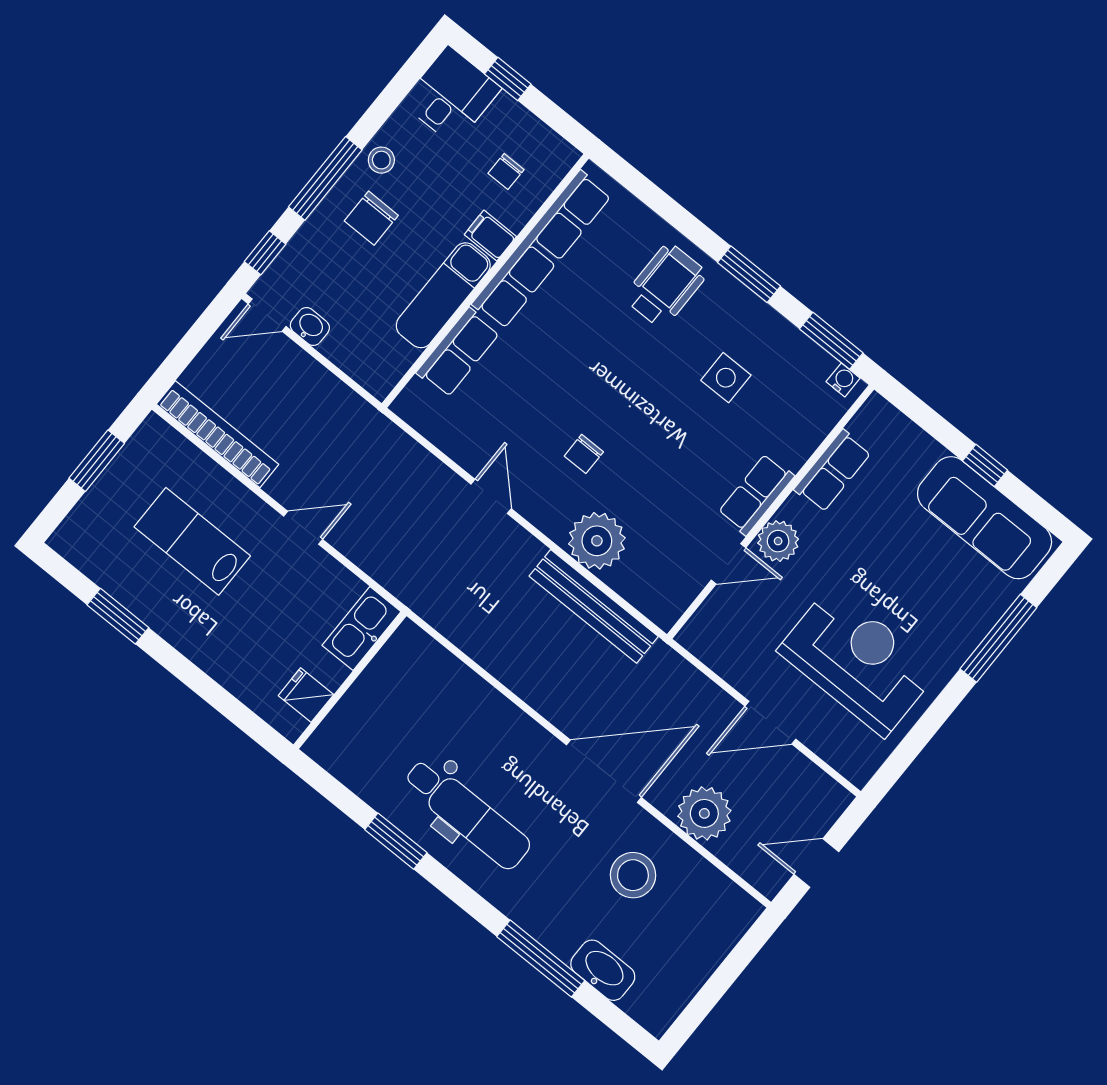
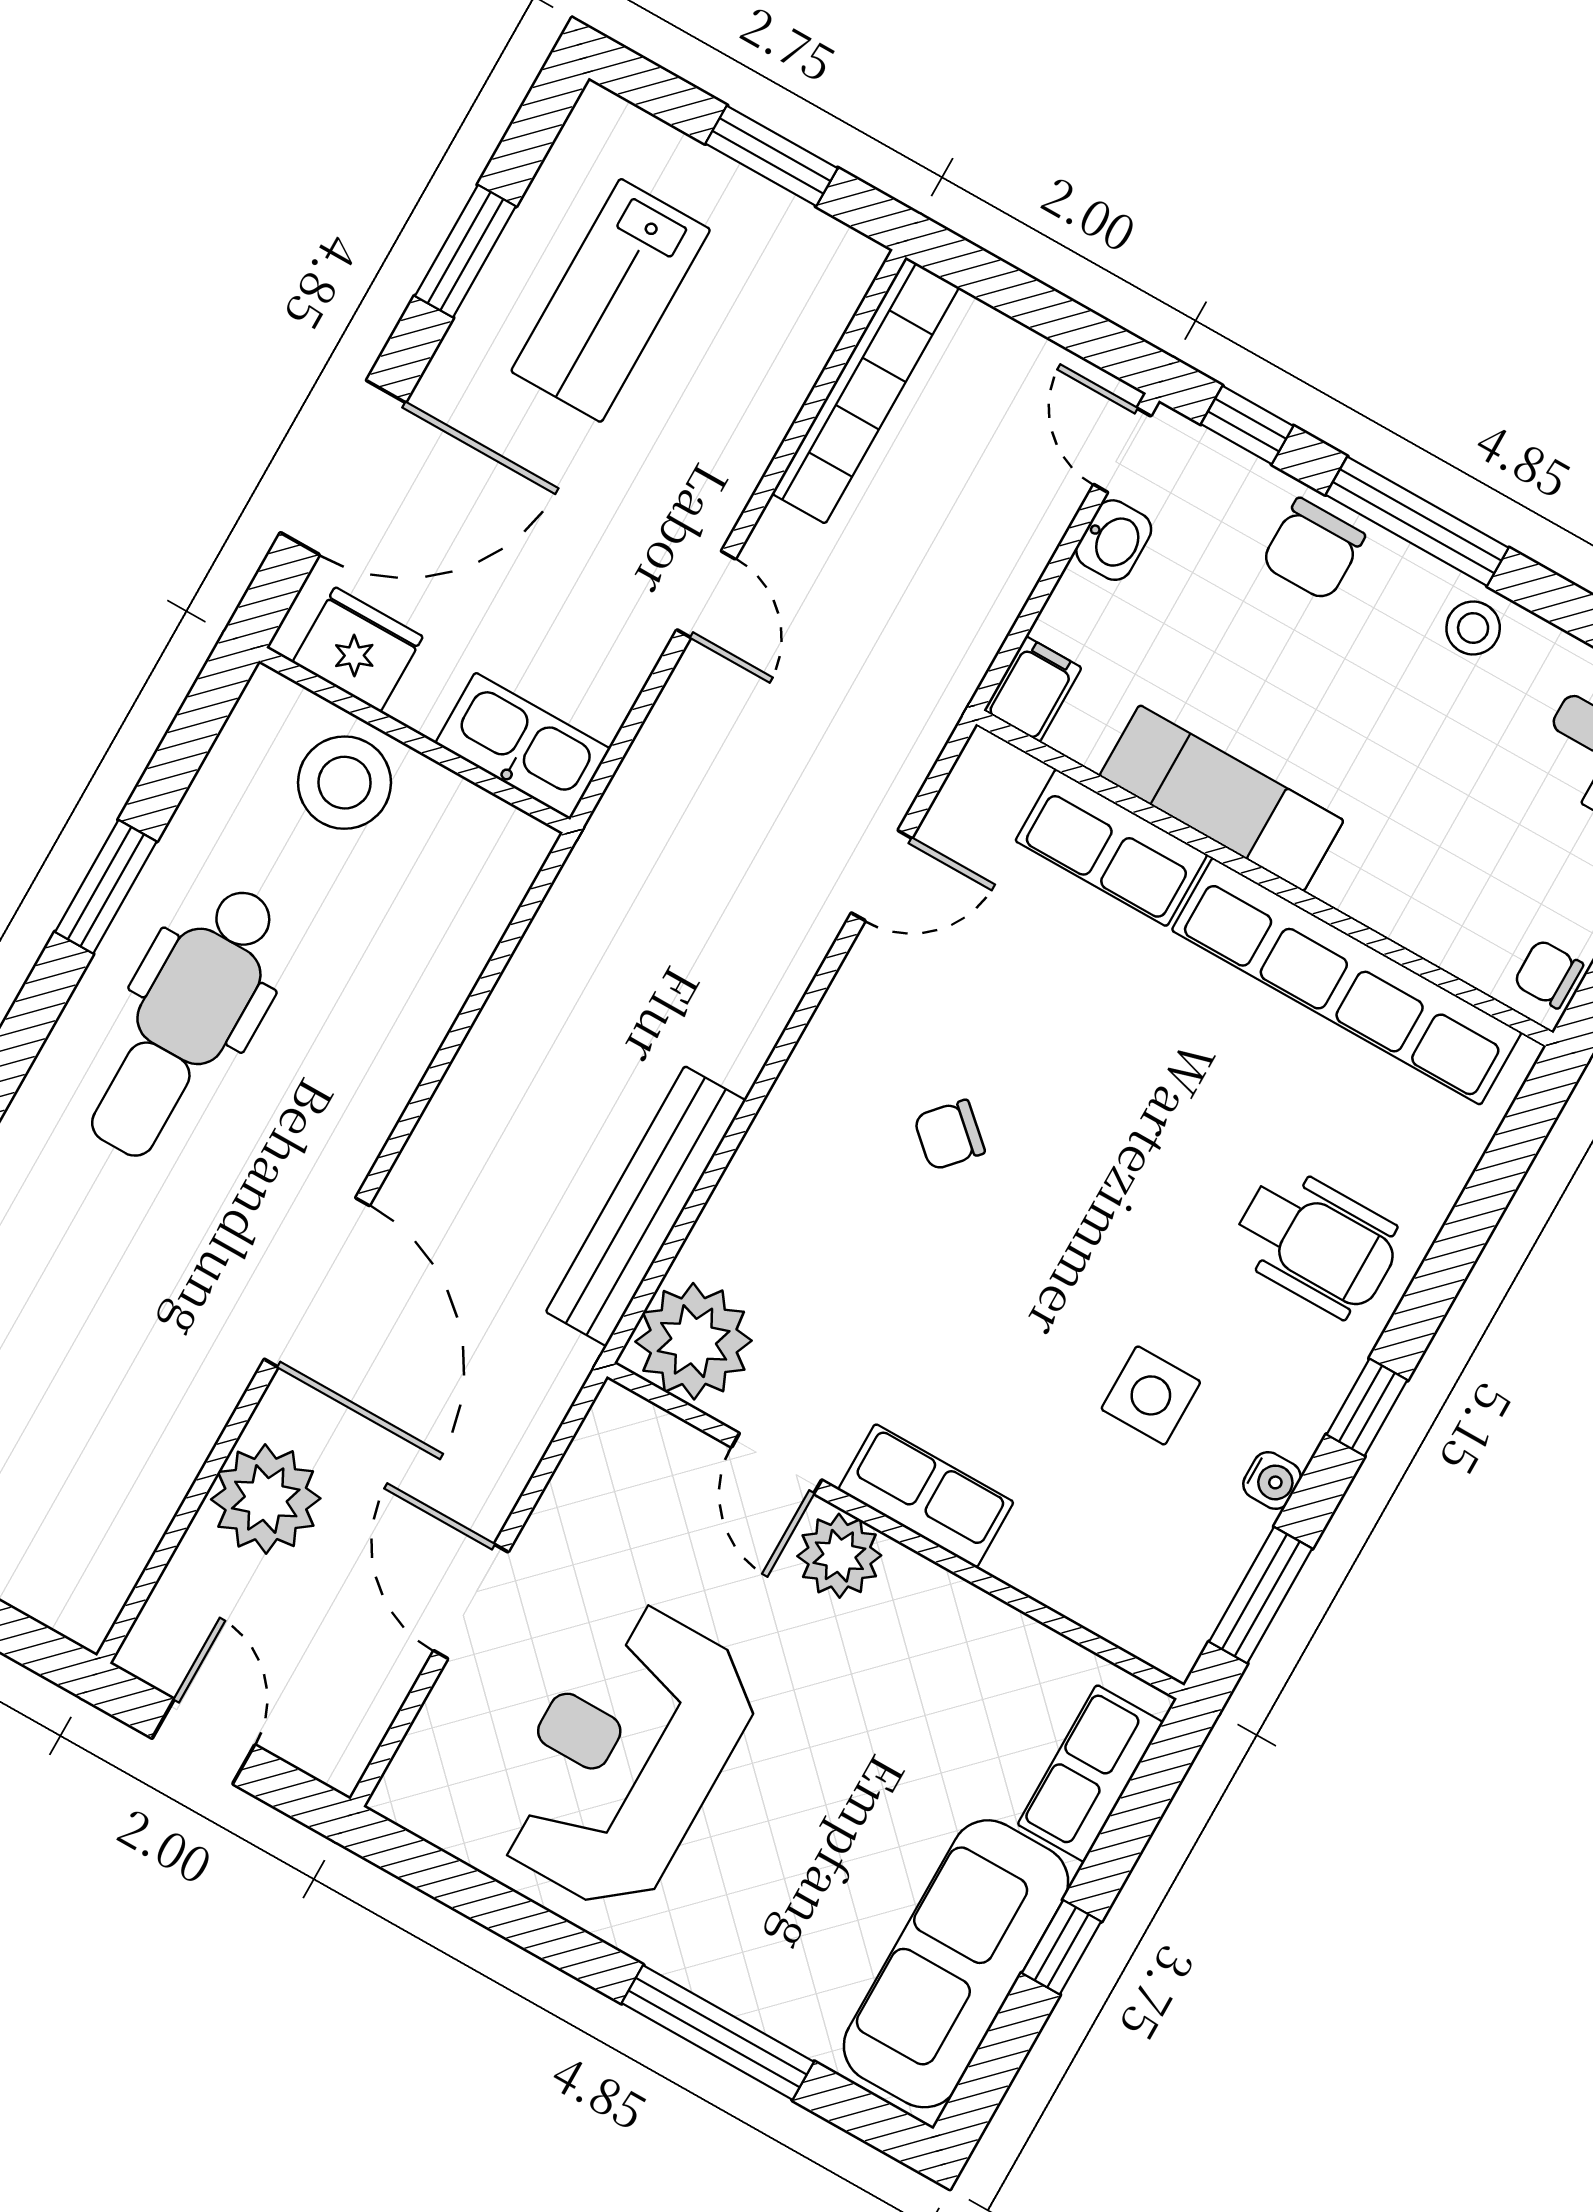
chair: (506, 171) -> (1548, 974), moved
chair: (371, 218) -> (1313, 549), moved, turned -90
filing cabinet: (490, 236) -> (1033, 689), moved
window: (749, 274) -> (1367, 1407), width x0.67
water cooler: (843, 380) -> (1272, 1480), moved
chair: (584, 454) -> (949, 1135), turned -48
row of seats: (833, 471) -> (1090, 1773), moved, turned 90
door: (491, 496) -> (882, 876), moved
lab bench: (192, 541) -> (611, 300), moved, turned 180
plant: (597, 541) -> (694, 1341), moved
reception desk: (858, 661) -> (625, 1757), turned 180
door: (213, 693) -> (343, 468), added
fridge: (306, 695) -> (358, 649), width x1.38
stool: (633, 875) -> (345, 783), moved

